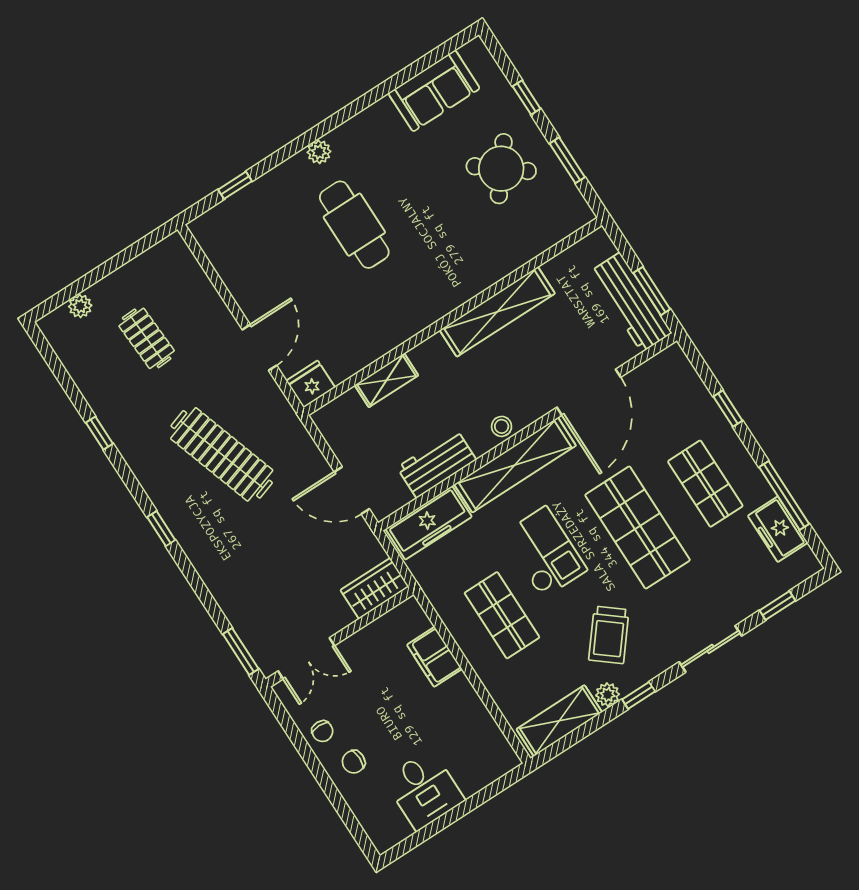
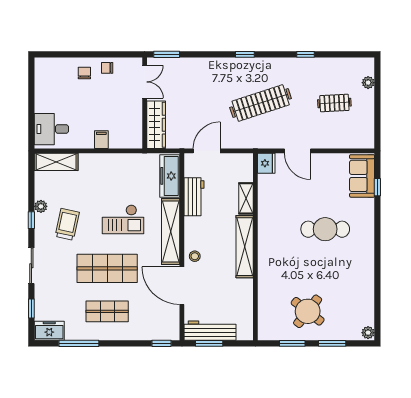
sofa: (434, 91) -> (362, 176), moved
window: (527, 97) -> (332, 343), width x1.50
plant: (319, 152) -> (368, 333), moved
shelving: (497, 312) -> (245, 247), moved
window: (728, 409) -> (162, 343), moved
stool: (502, 426) -> (195, 256), moved
freezer: (778, 529) -> (49, 331), moved
wardrobe: (375, 588) -> (156, 125), width x1.50
shop shelf: (502, 615) -> (107, 182), removed
trolley: (609, 635) -> (67, 224), turned 63
filing cabinet: (434, 657) -> (101, 140), width x0.50
double door: (306, 658) -> (145, 82), swing flipped
shelving: (559, 721) -> (56, 162), moved, turned 90
desk: (424, 790) -> (51, 129), moved

